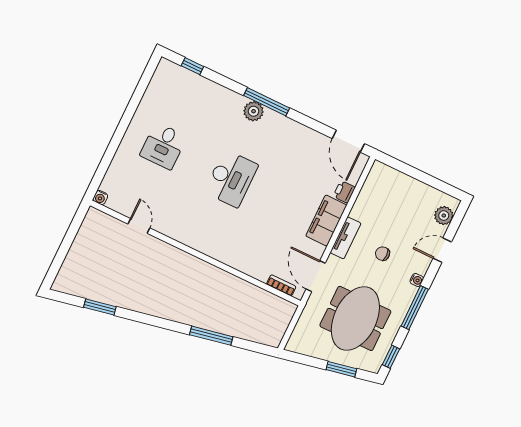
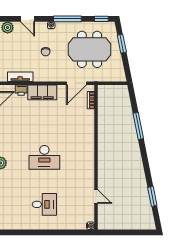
desk: (231, 179) -> (44, 157), turned 180
door: (139, 226) -> (96, 196), swing flipped
tv unit: (346, 238) -> (20, 77), moved

